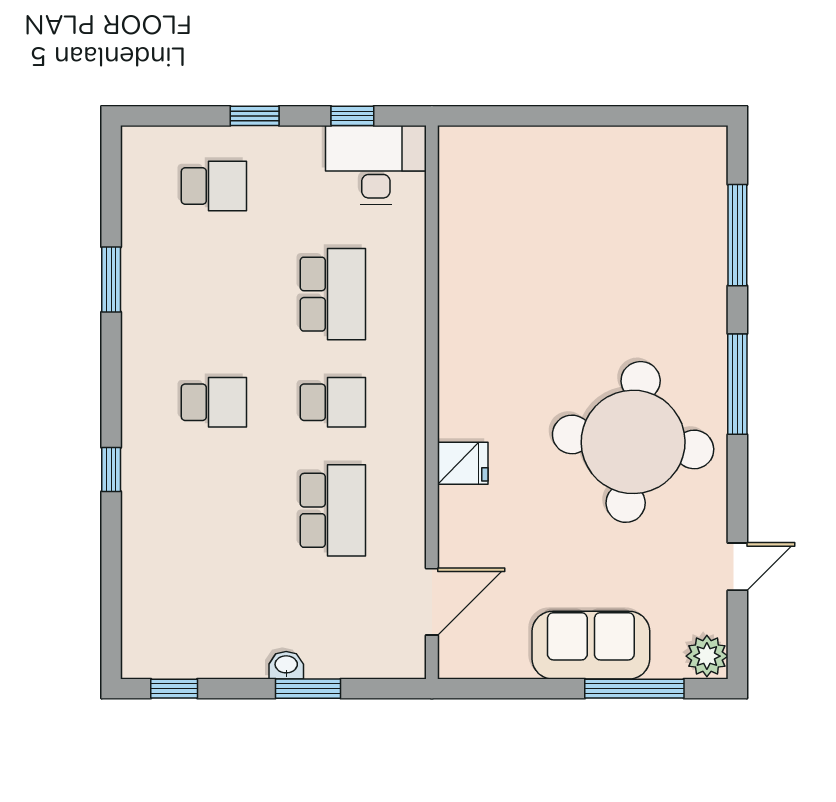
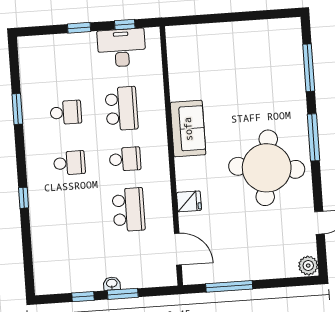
desk: (376, 165) -> (122, 48), moved
school desk: (214, 186) -> (66, 112), moved
fridge: (463, 463) -> (189, 201), moved
door: (432, 602) -> (178, 249), hinge flipped
sofa: (591, 645) -> (188, 129), moved, turned 90
window: (174, 689) -> (83, 297), moved
window: (634, 689) -> (229, 286), moved

